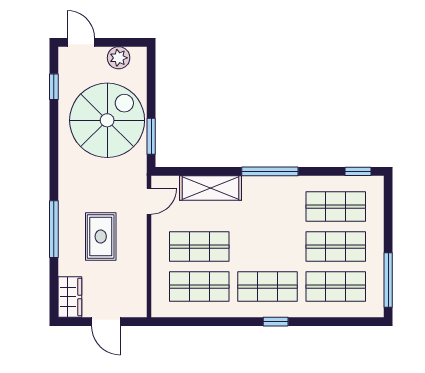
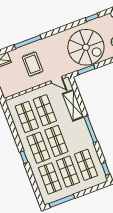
rug: (101, 237) -> (33, 64), turned 90
shop shelf: (268, 247) -> (56, 141), added

